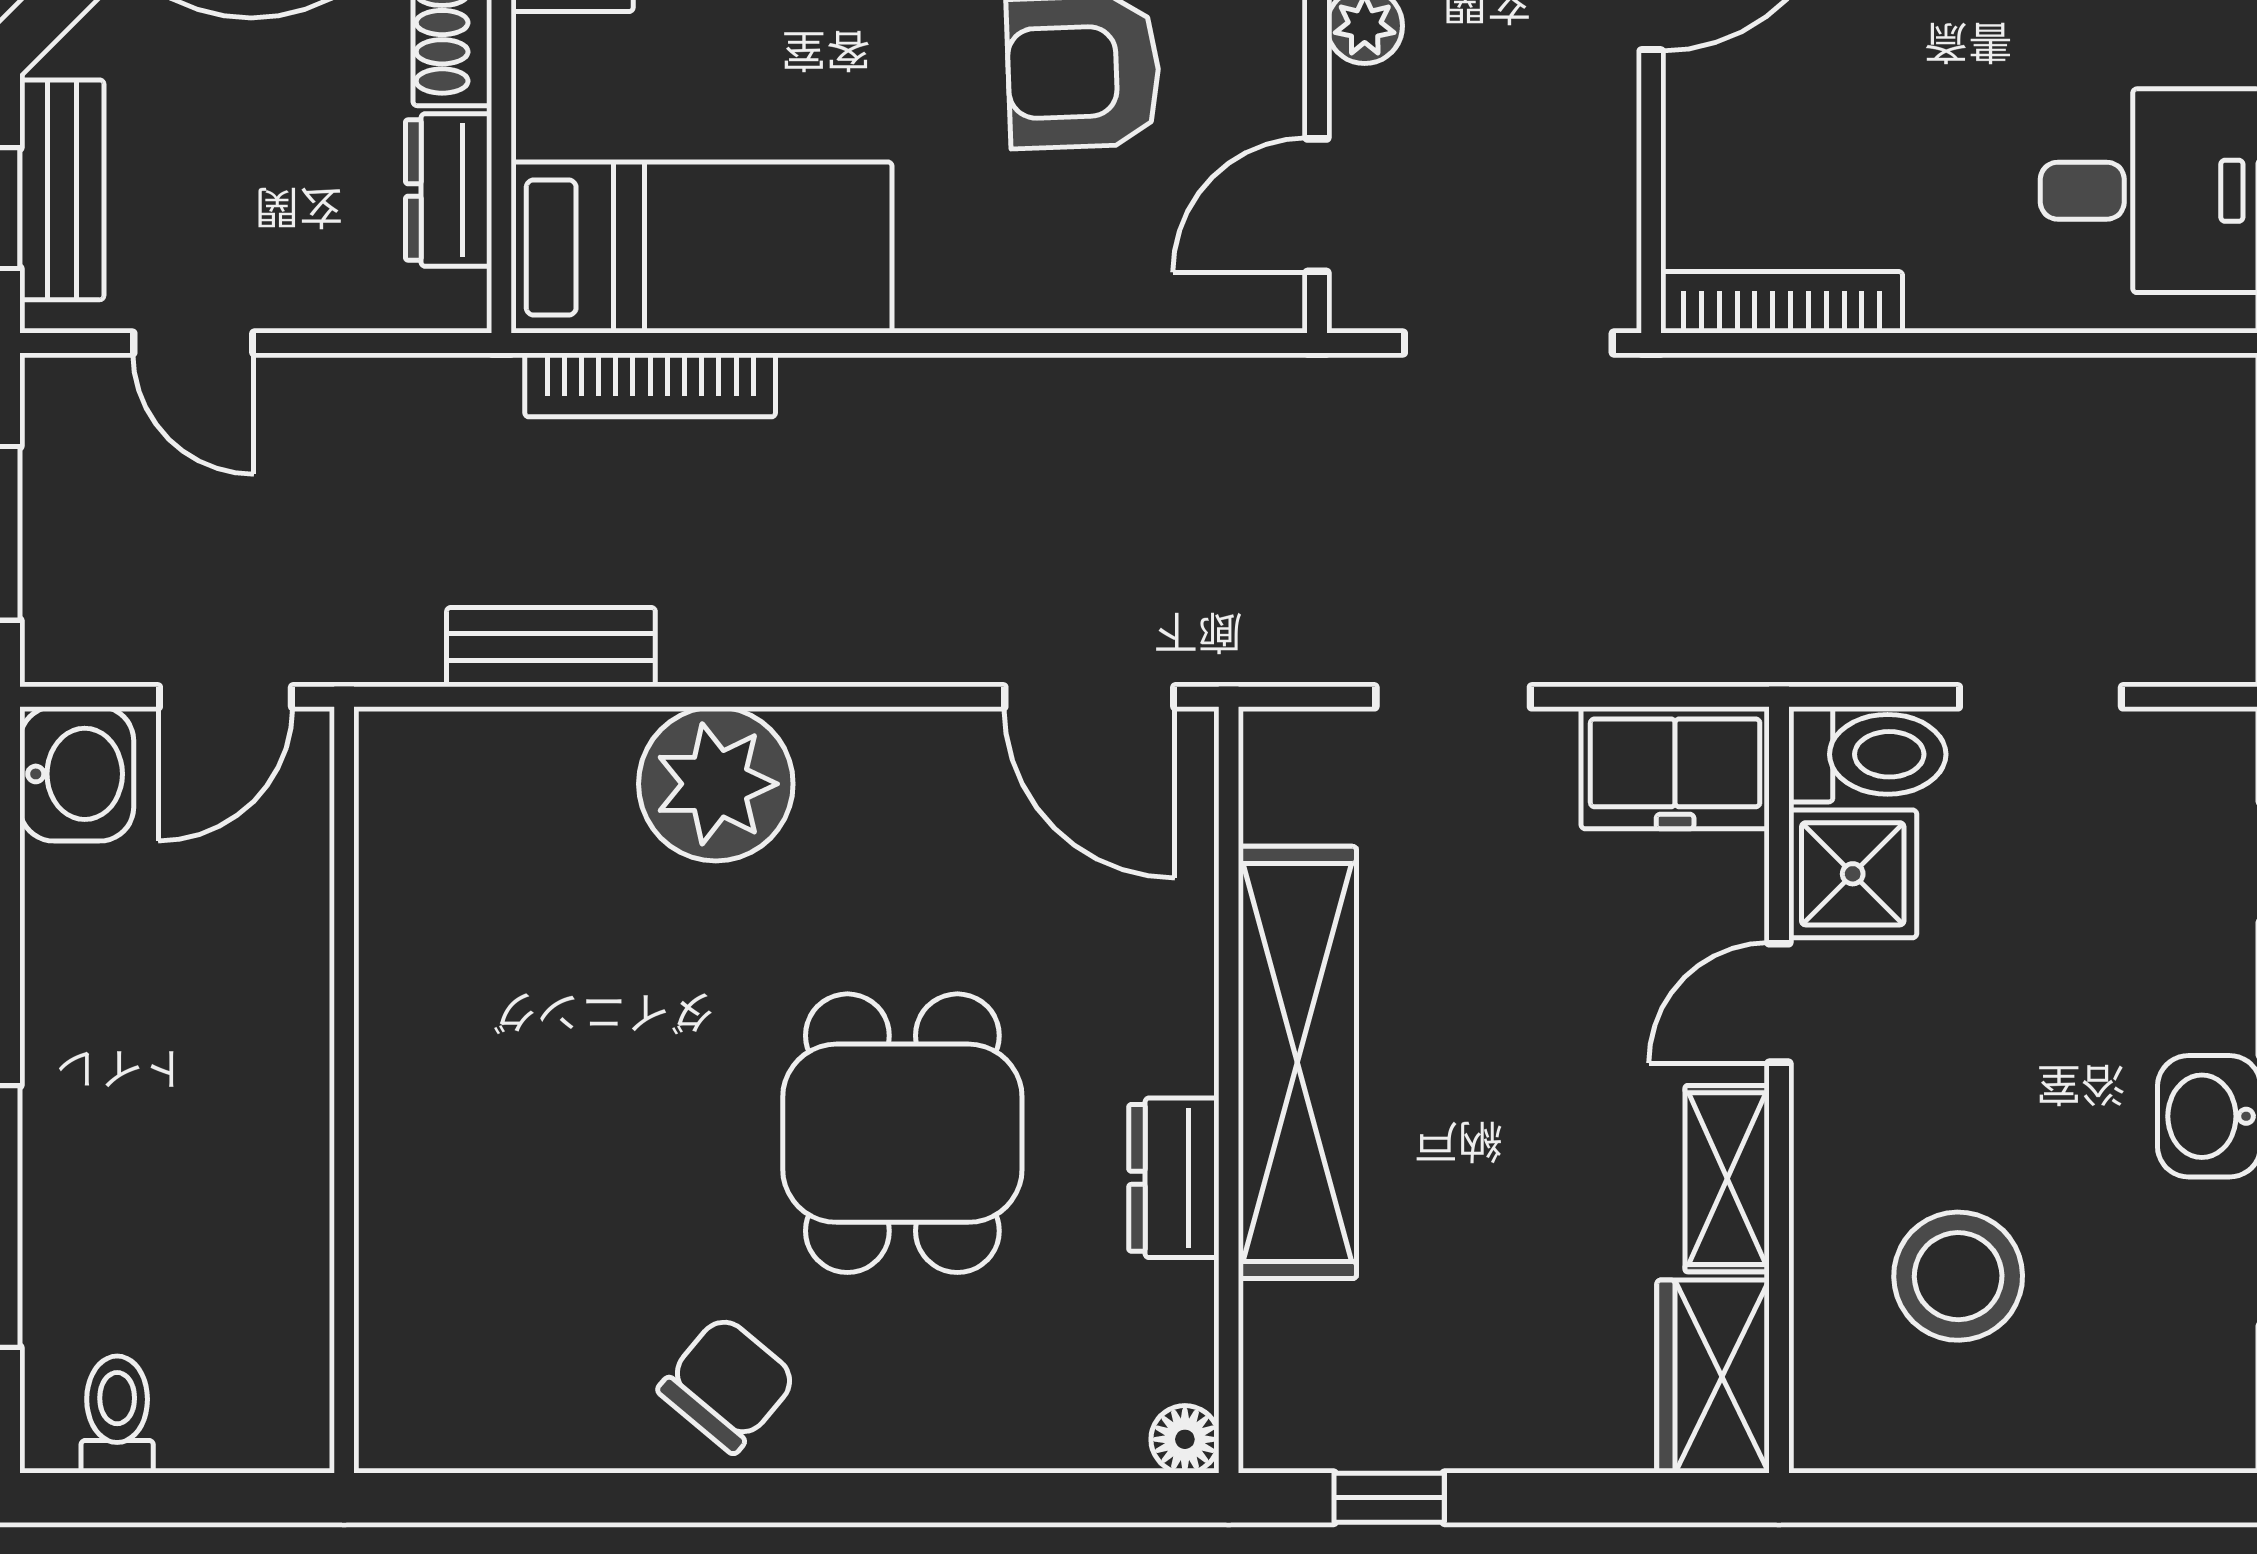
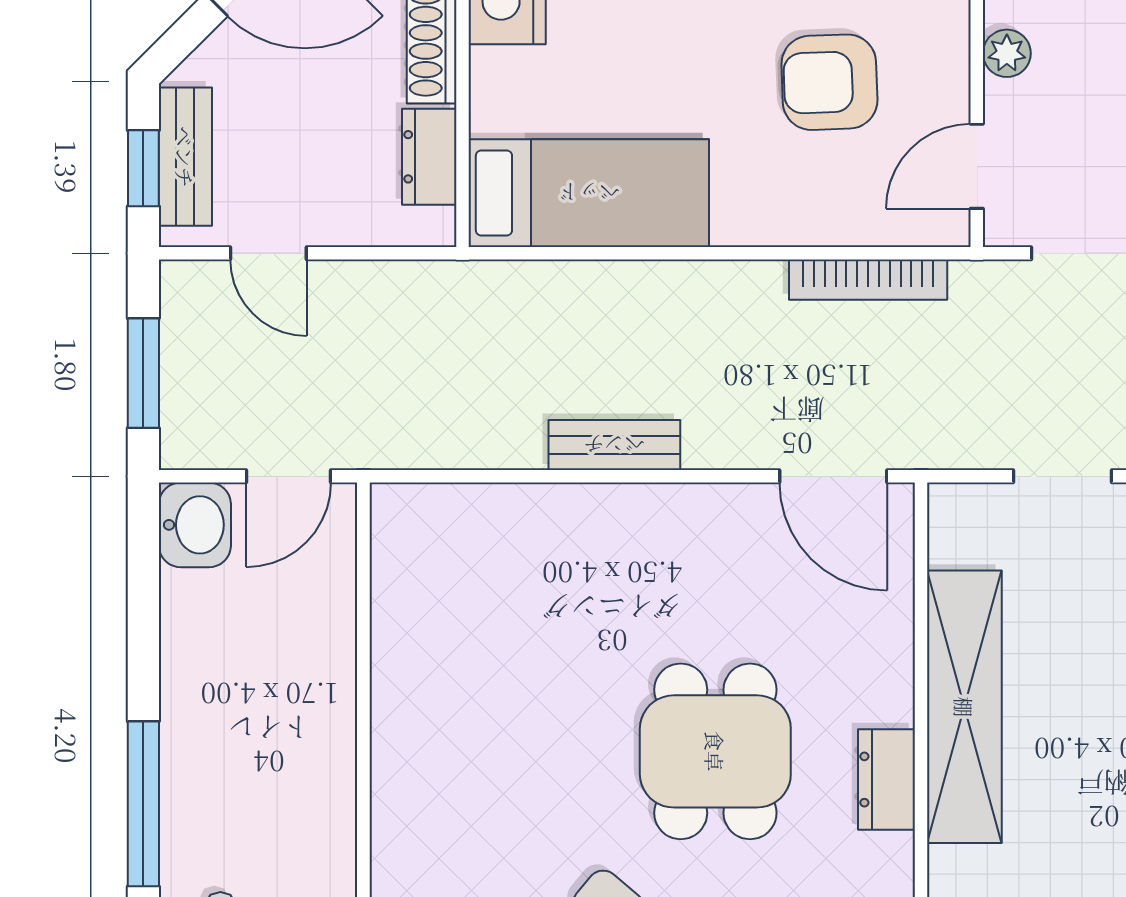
bookcase: (650, 385) -> (868, 280), moved
bench: (551, 647) -> (614, 445), moved
plant: (716, 784) -> (598, 531), removed

